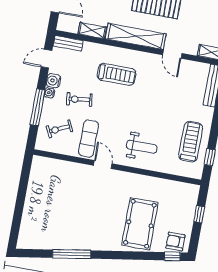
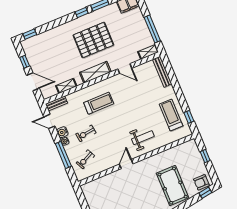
shelving: (136, 36) -> (95, 72), width x0.68
door: (46, 59) -> (49, 121), hinge flipped
exercise mat: (89, 139) -> (107, 154), removed
door: (103, 165) -> (126, 164), hinge flipped

